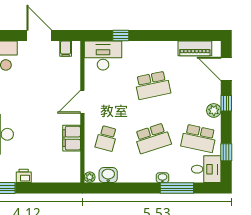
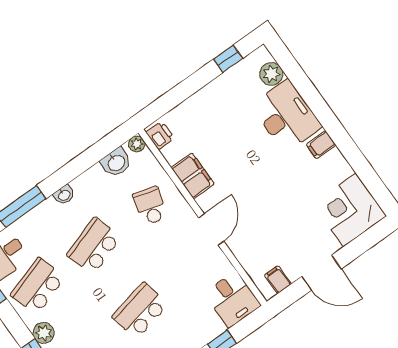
desk: (103, 56) -> (232, 299), width x0.73
school desk: (199, 138) -> (38, 286), turned -30
printer: (24, 176) -> (160, 135), moved, turned -90
washbasin: (162, 178) -> (64, 195), moved

